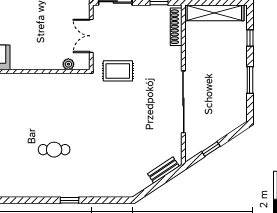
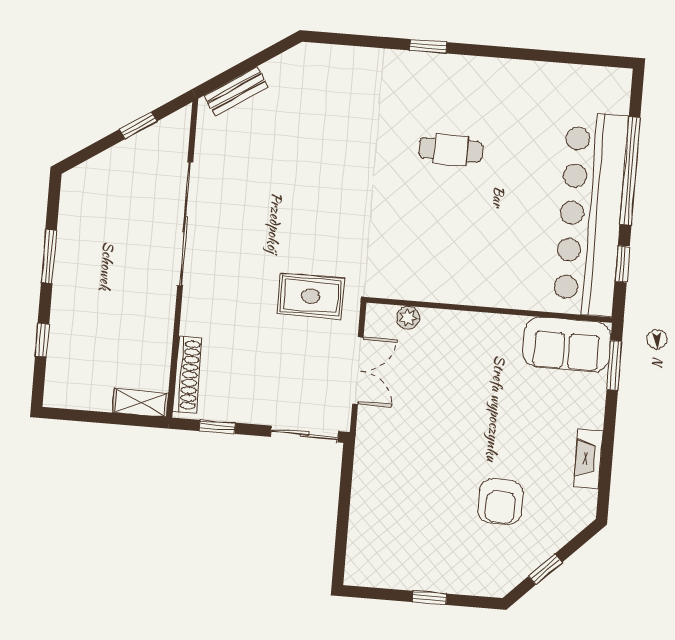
shelving: (214, 13) -> (141, 403), width x0.45, depth x0.75

